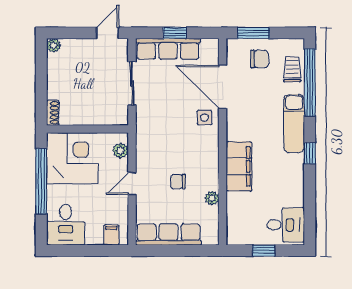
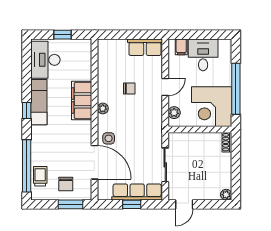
chair: (260, 59) -> (66, 184), turned -90
trolley: (292, 69) -> (40, 176), turned 180
exam couch: (294, 124) -> (39, 102), moved
plant: (212, 198) -> (103, 108), moved
desk: (66, 225) -> (203, 55), moved
desk: (286, 225) -> (45, 60), width x1.37
row of seats: (168, 234) -> (145, 47), width x0.68

